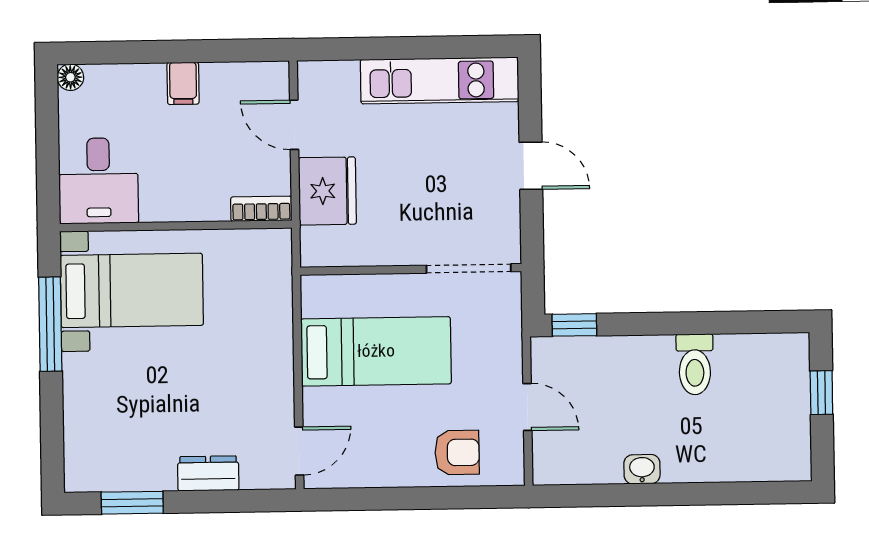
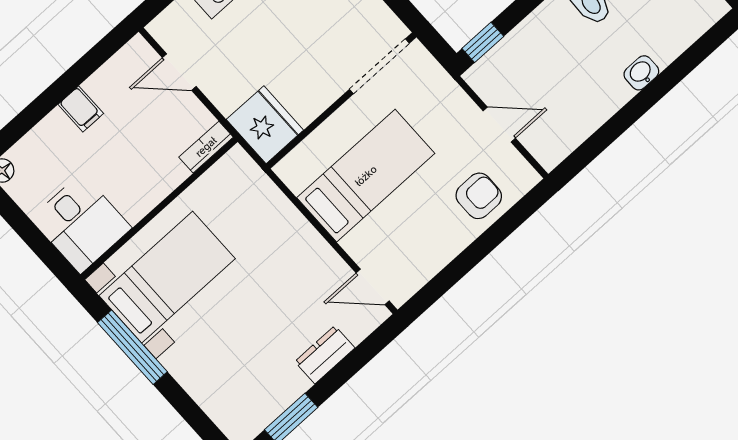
fridge: (327, 191) -> (265, 125), moved
door: (299, 451) -> (373, 287), swing flipped
washbasin: (642, 469) -> (641, 73), moved

